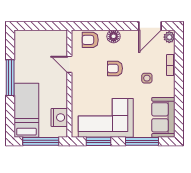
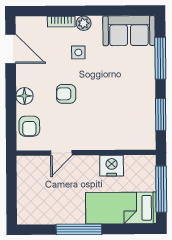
plant: (169, 37) -> (84, 23), moved
armchair: (115, 68) -> (66, 94), turned 90
nightstand: (59, 117) -> (112, 166), moved
corner sofa: (106, 118) -> (130, 105), removed

